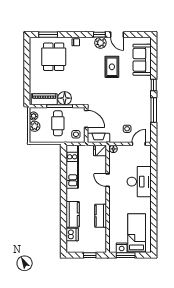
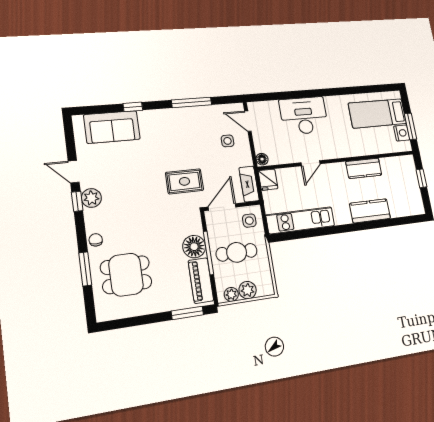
window: (48, 35) -> (85, 269), moved
door: (117, 35) -> (74, 172), swing flipped
rug: (112, 67) -> (184, 181), moved
window: (154, 85) -> (133, 107), moved
window: (27, 89) -> (187, 313), added
dishwasher: (72, 235) -> (399, 208), removed

